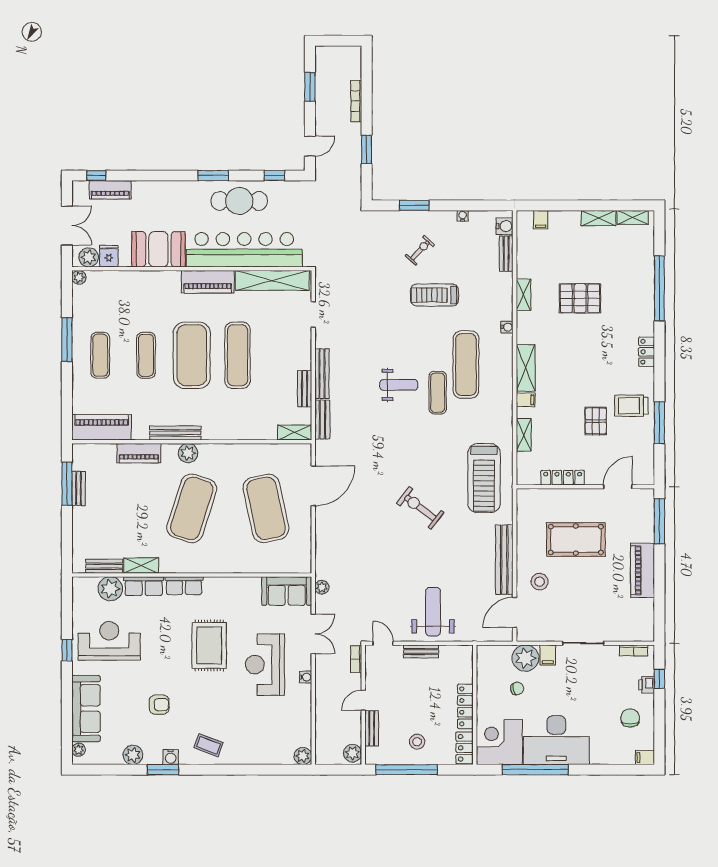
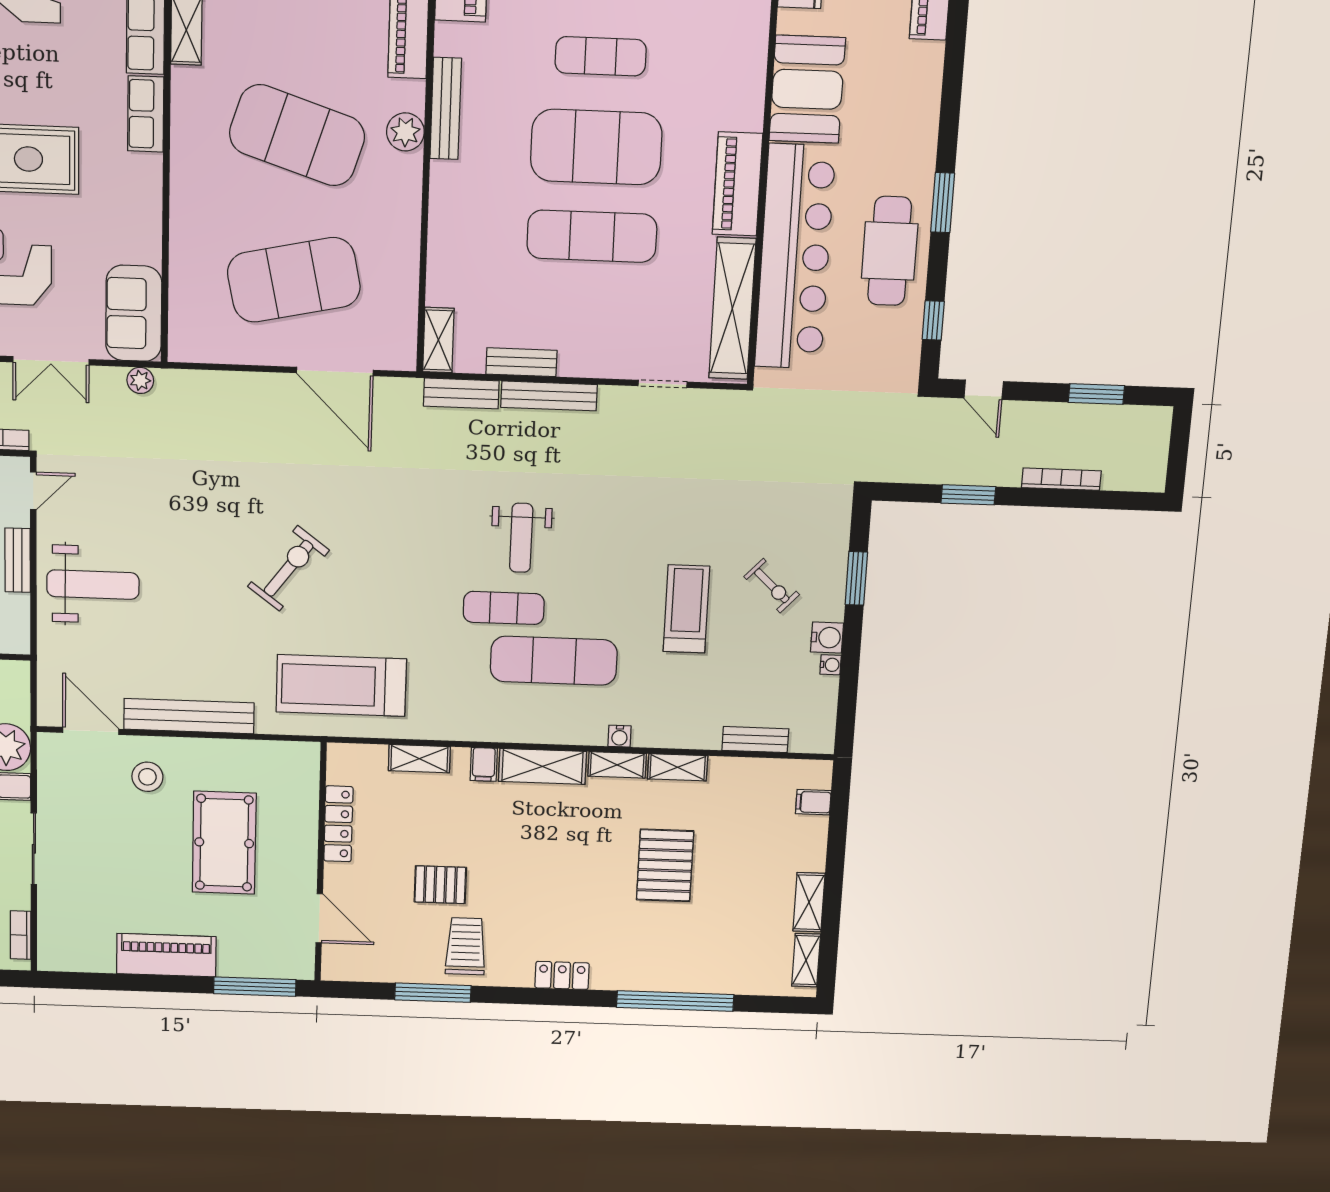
water cooler: (505, 226) -> (827, 638), moved, turned -90
shelving: (523, 328) -> (617, 765), added

